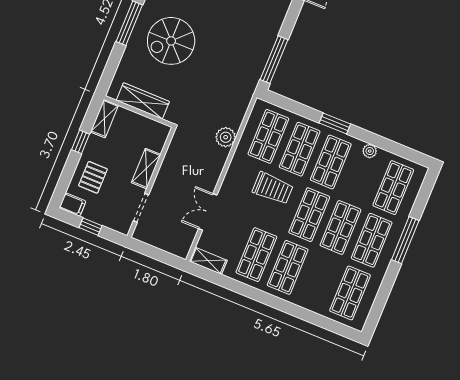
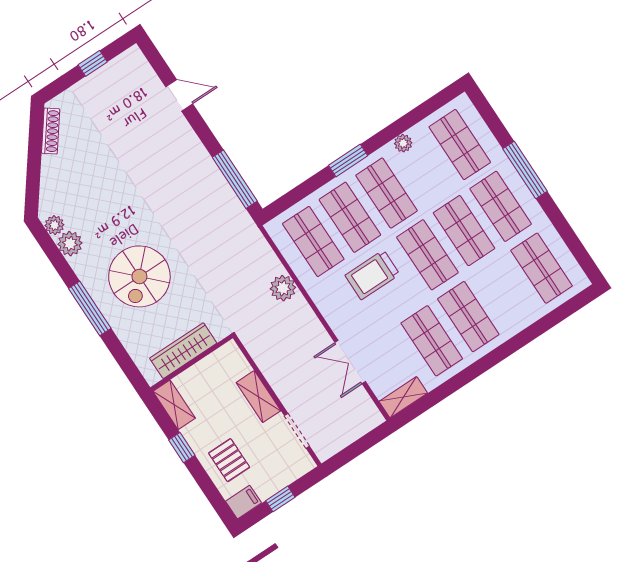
trolley: (273, 188) -> (372, 275), turned 180

